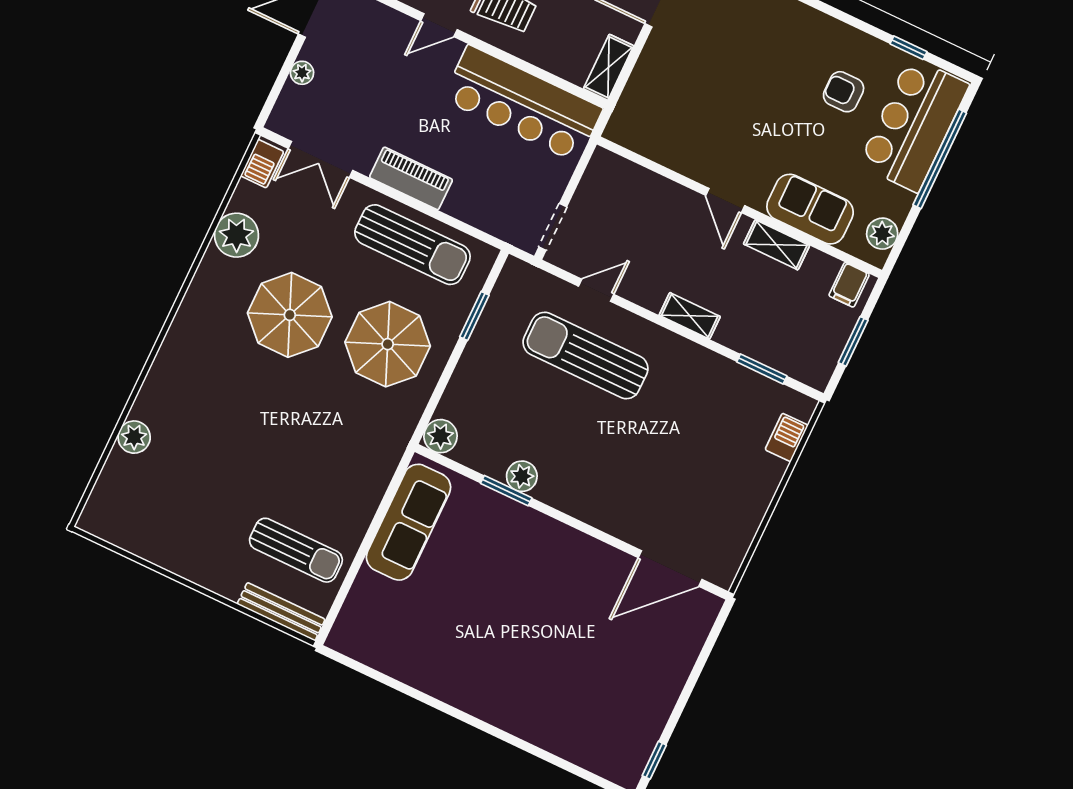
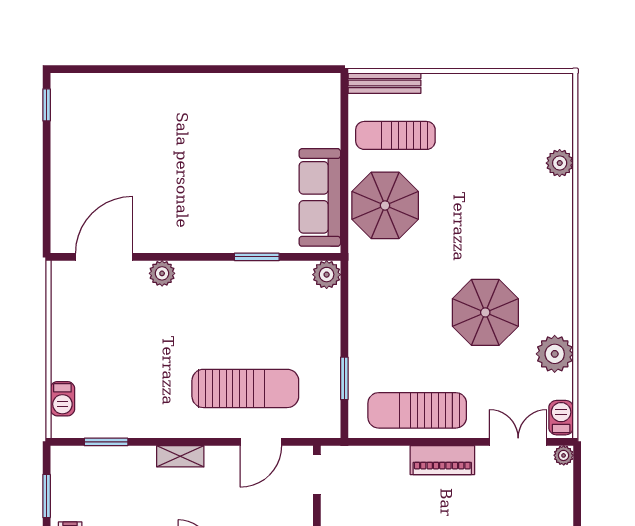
plant: (302, 73) -> (564, 455), moved
door: (596, 290) -> (261, 442), width x1.38
parasol: (388, 344) -> (385, 205), moved
plant: (522, 476) -> (162, 273), moved

